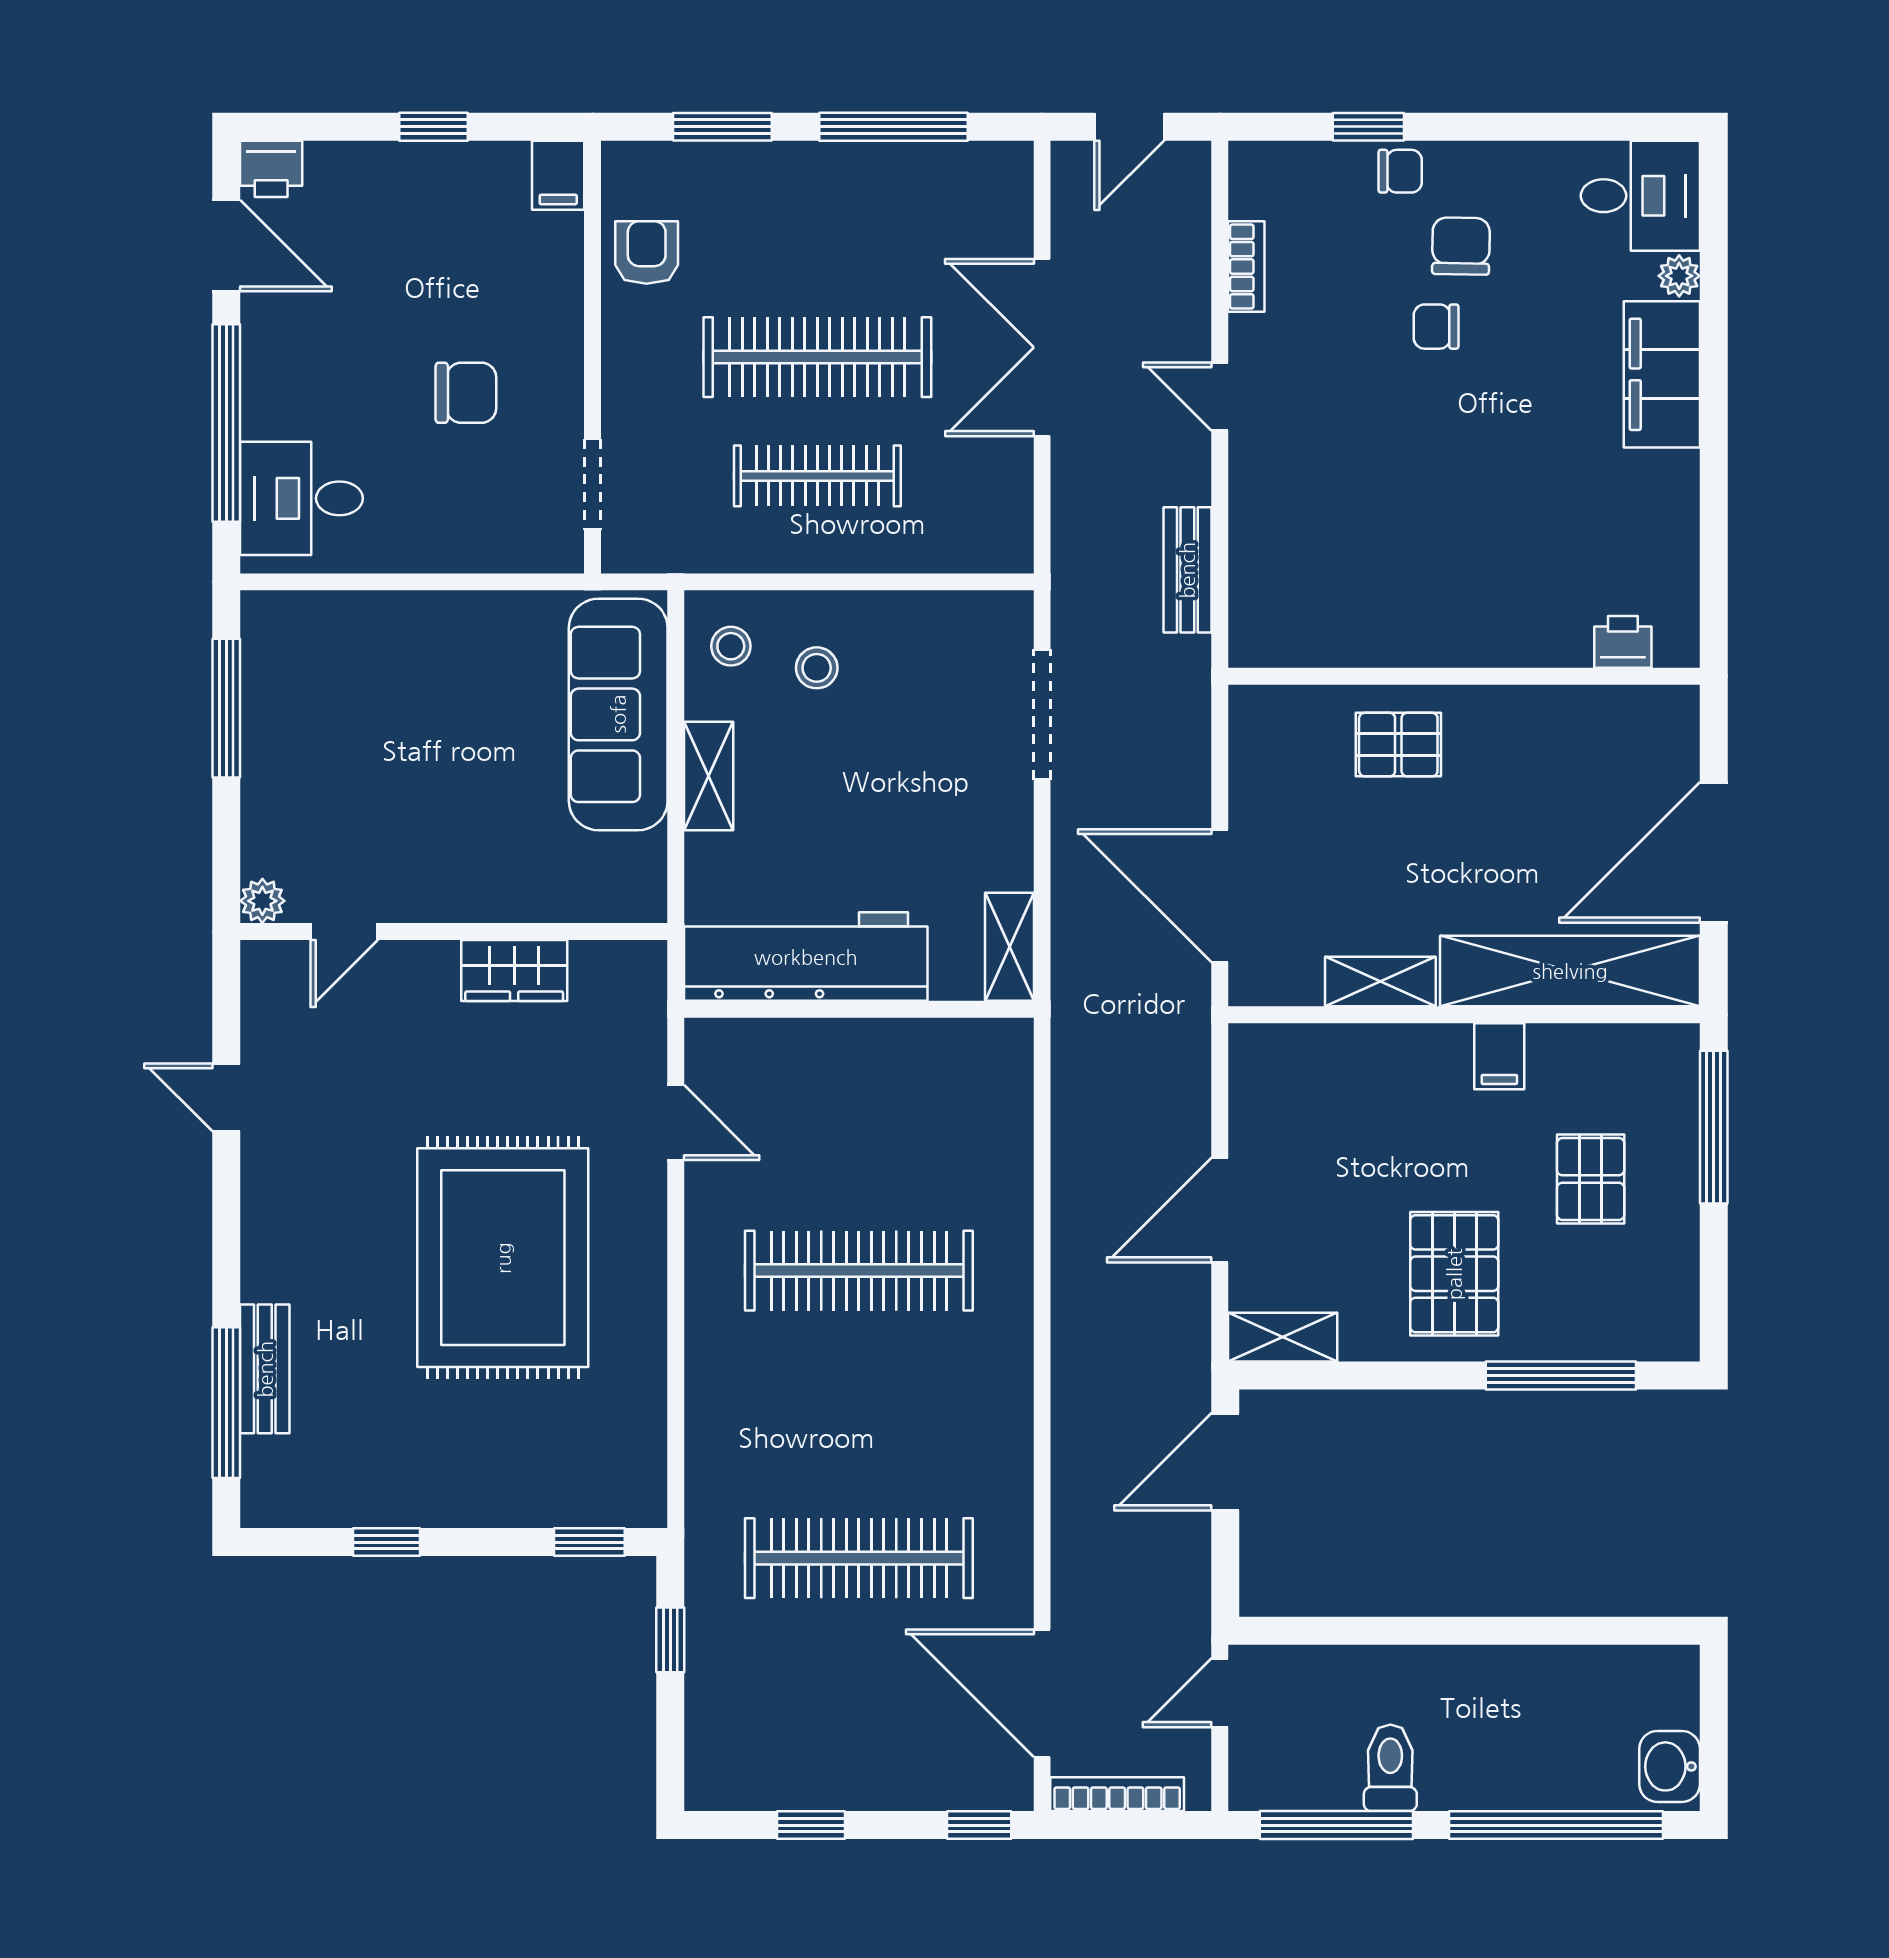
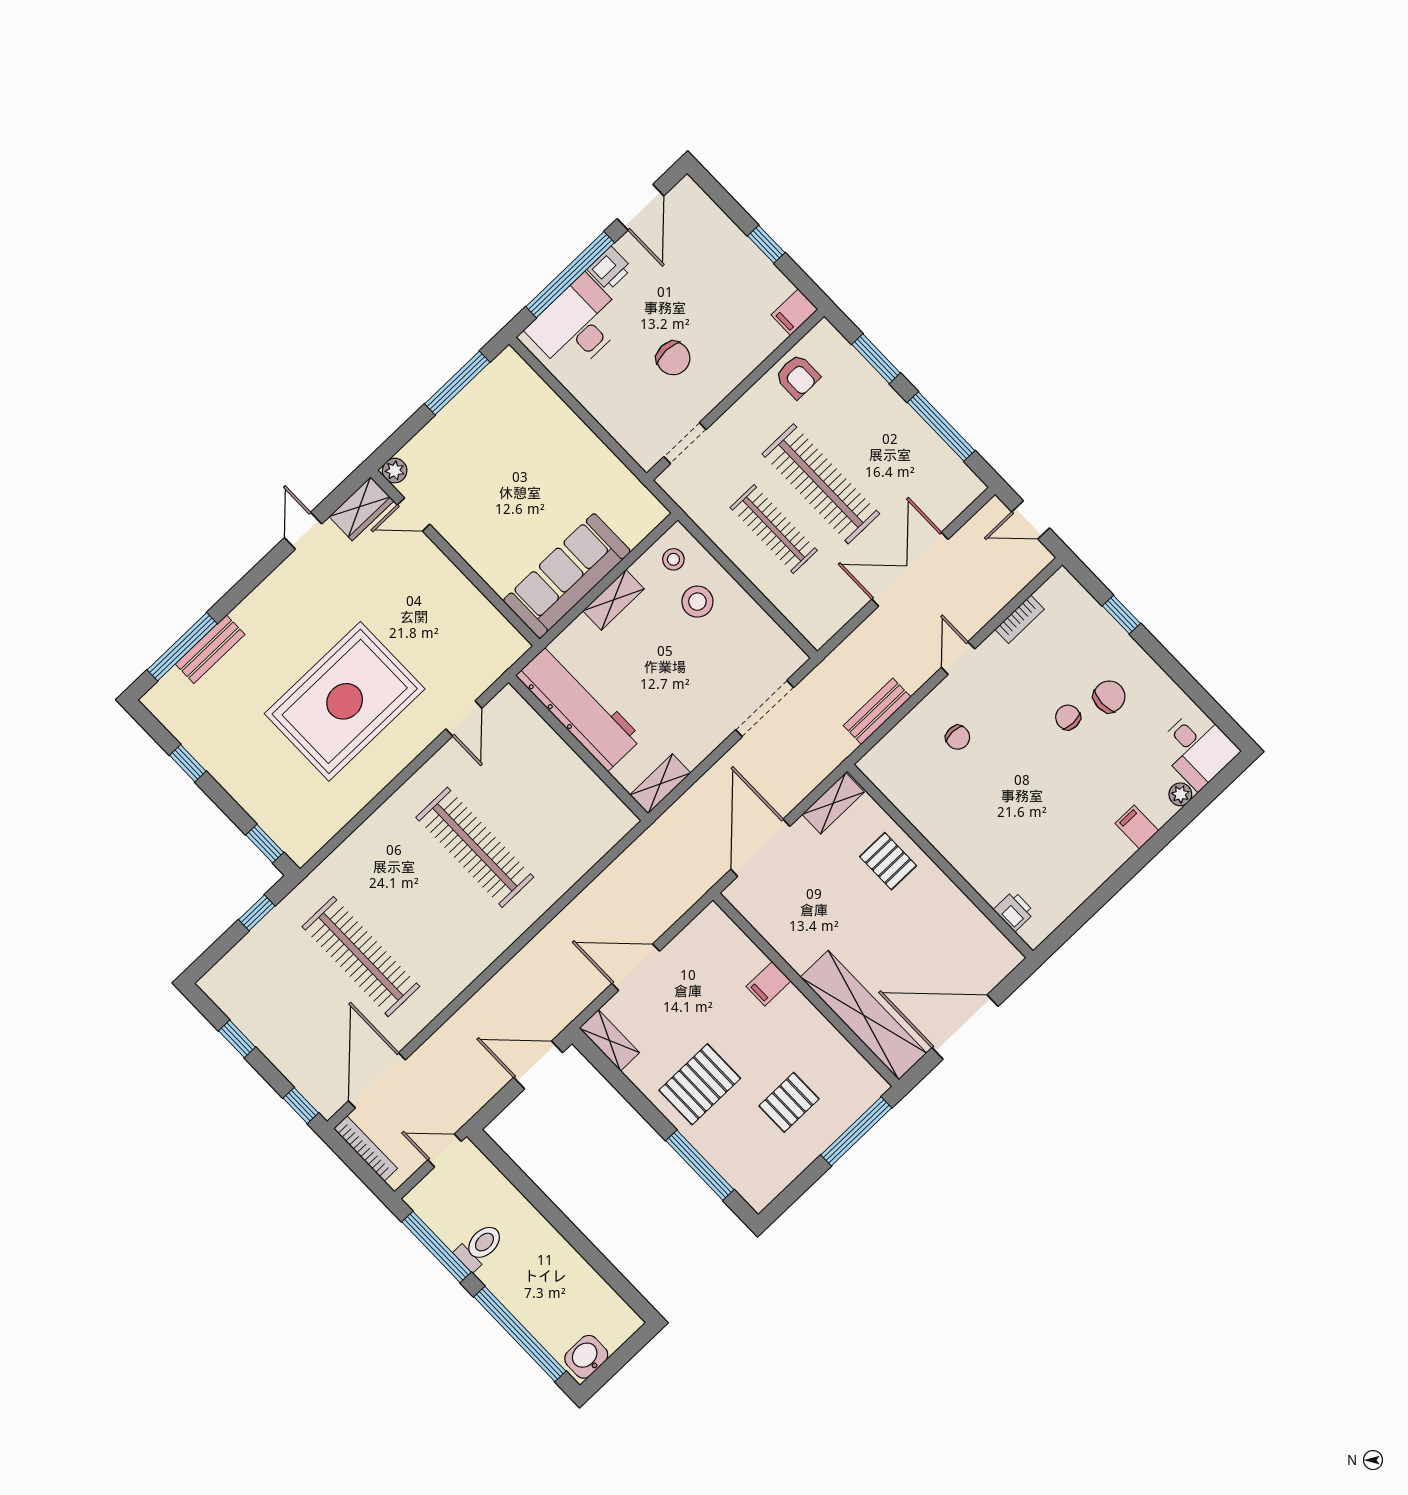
printer: (271, 169) -> (610, 269), moved, turned -90
chair: (1400, 171) -> (958, 737), moved
armchair: (647, 252) -> (797, 376), turned 90
filing cabinet: (1662, 374) -> (1137, 827), width x0.33, depth x0.86
desk: (301, 498) -> (577, 325), width x1.37
stool: (817, 668) -> (697, 602), width x1.37, depth x1.37
sofa: (618, 714) -> (567, 576), moved
wardrobe: (514, 970) -> (361, 509), moved, turned -90
shelving: (1380, 982) -> (833, 803), moved, turned 90
filing cabinet: (1499, 1056) -> (769, 984), moved

